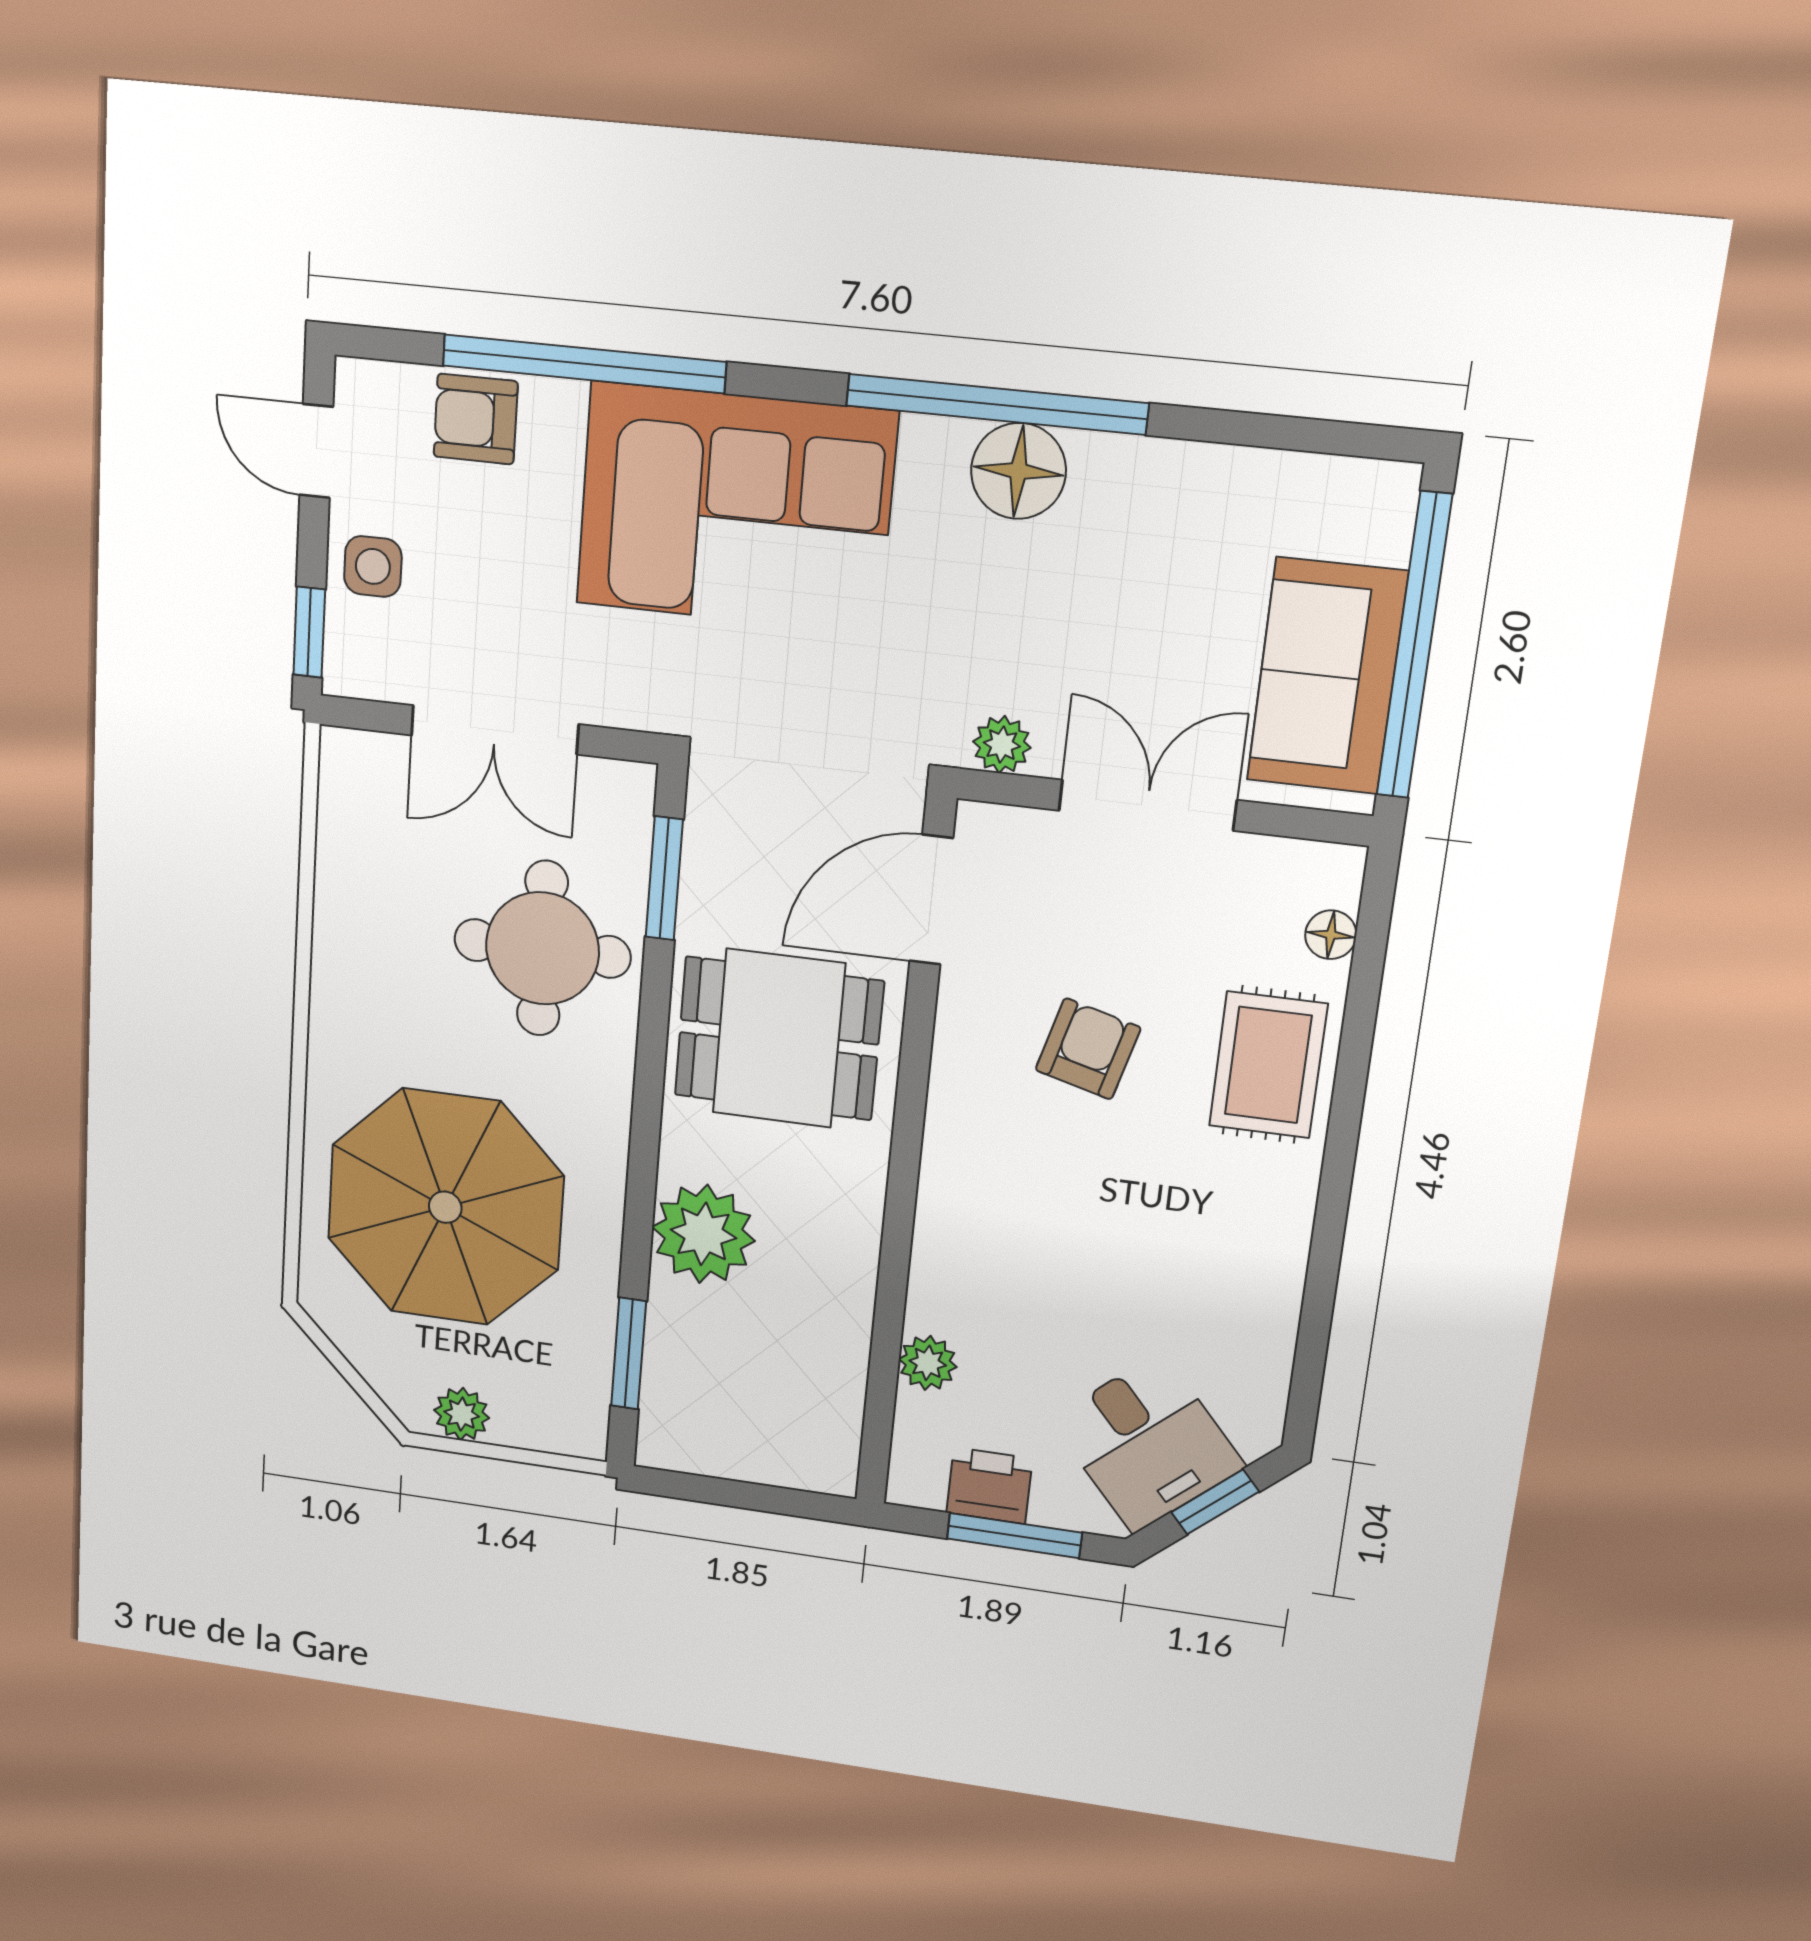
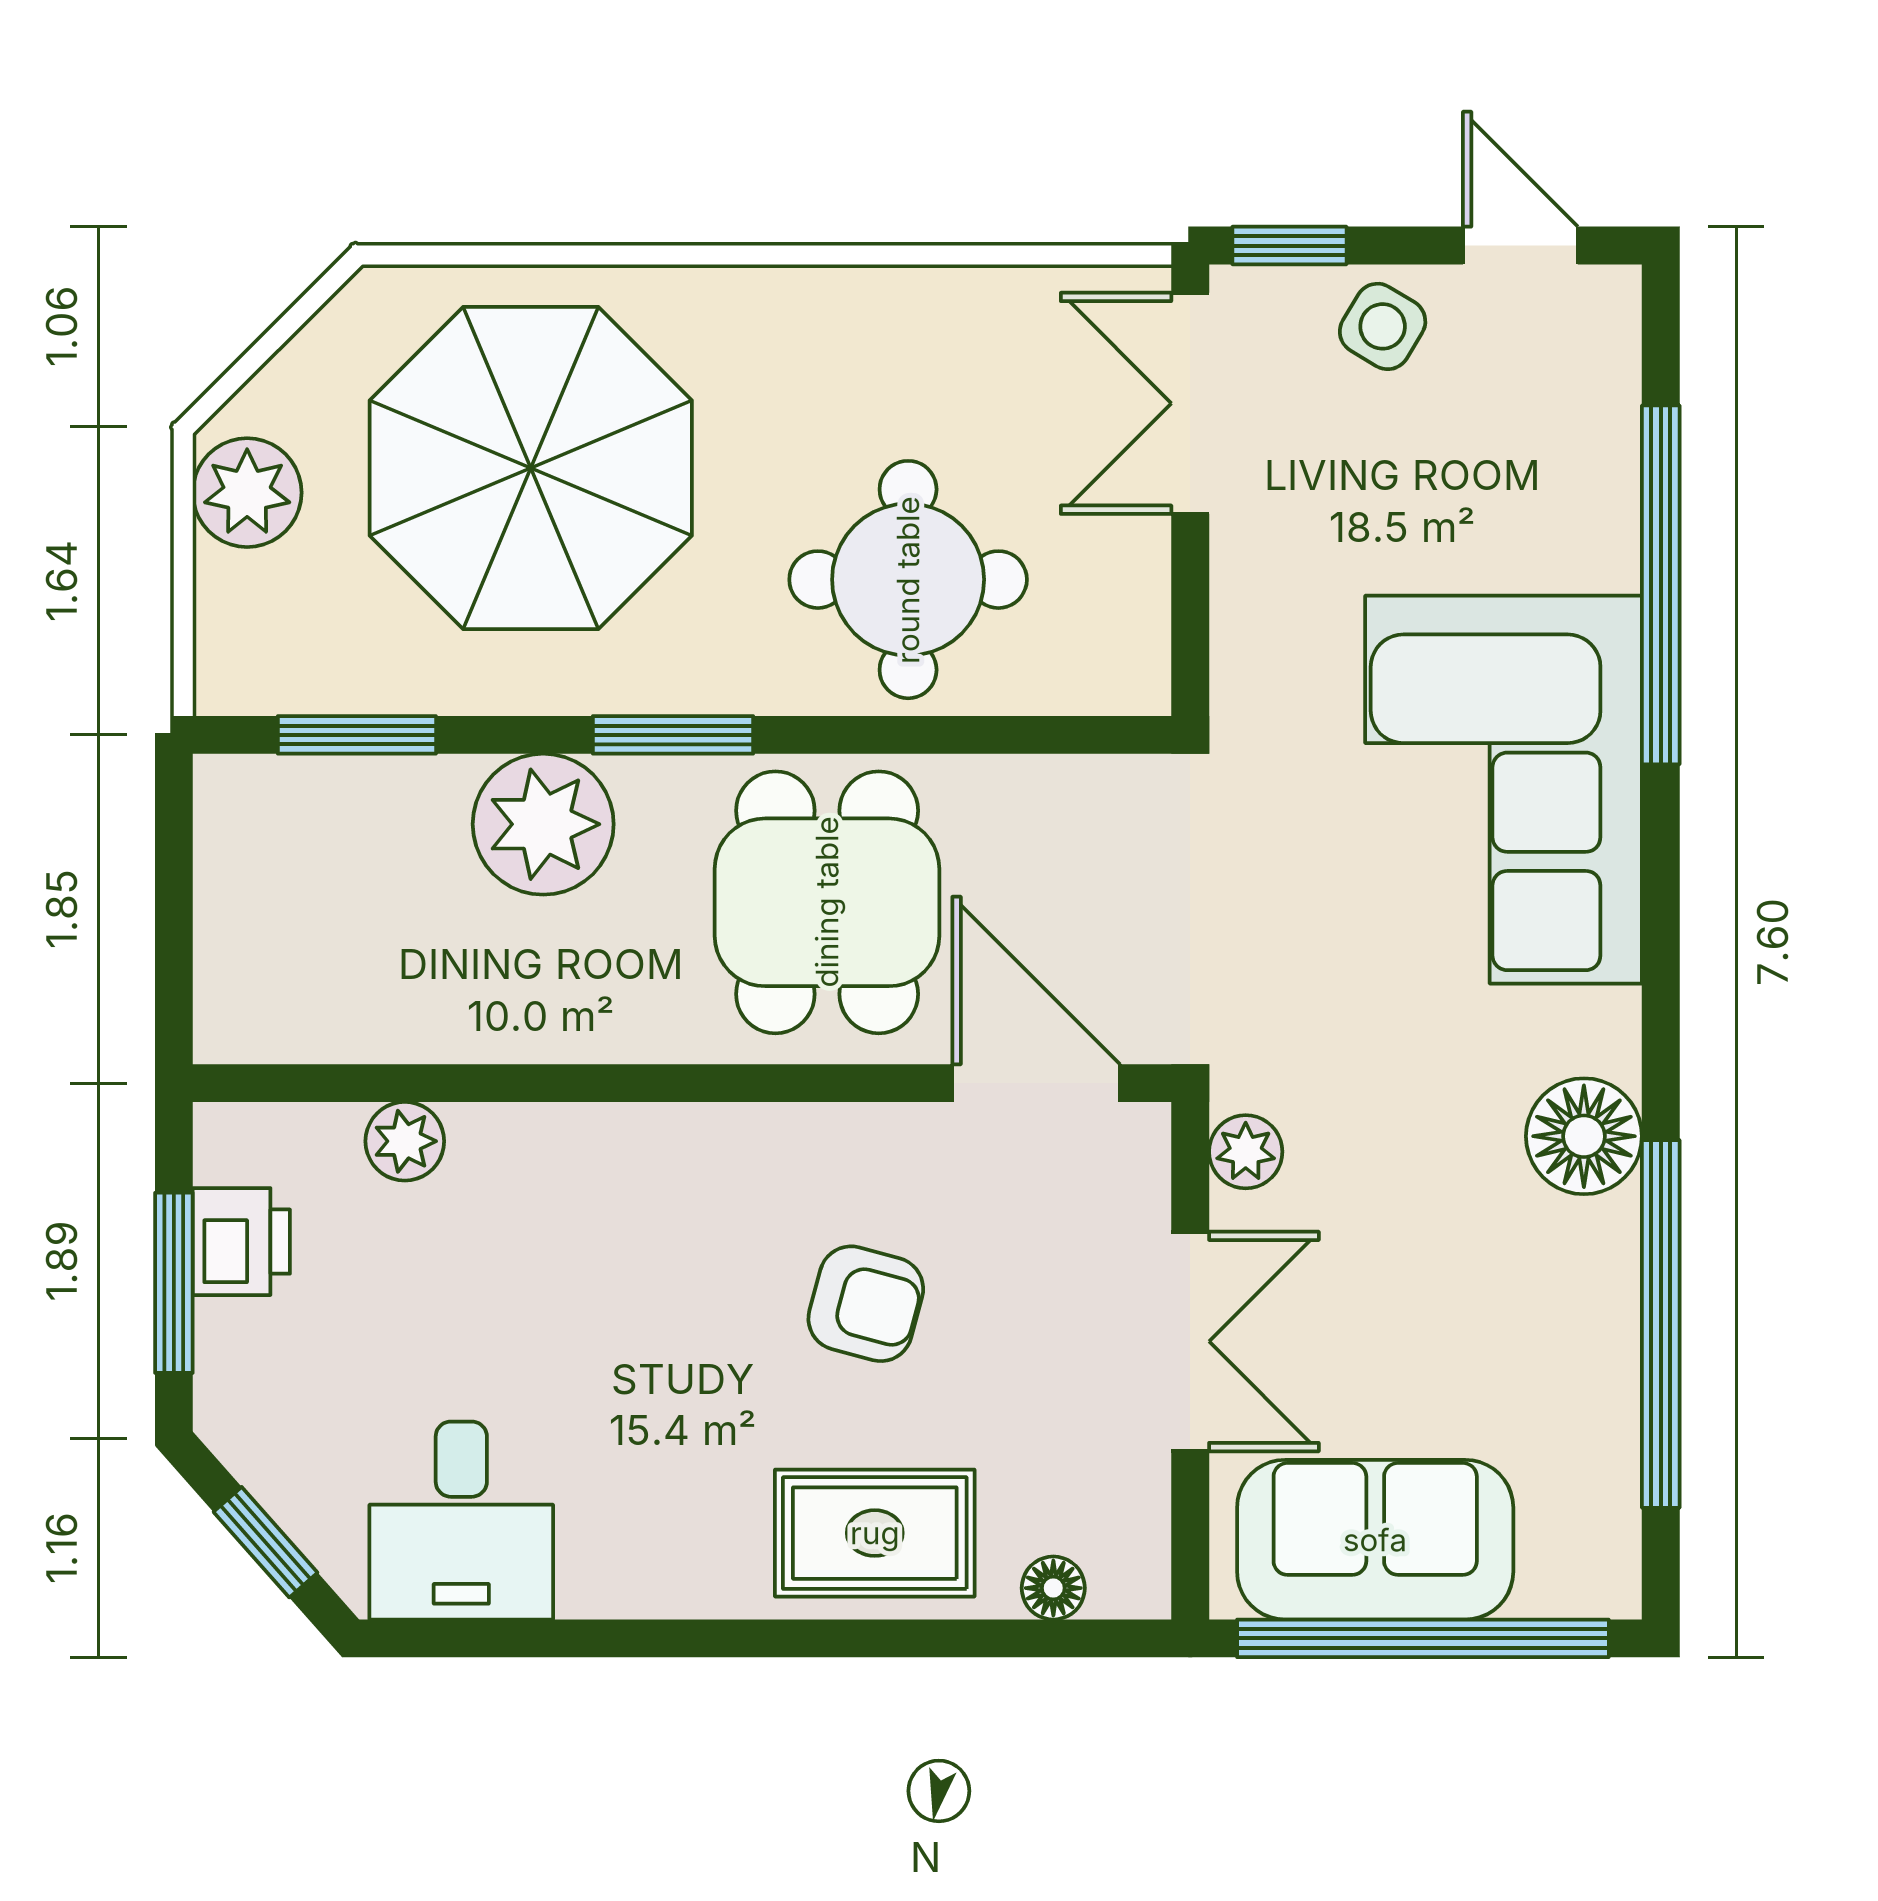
window: (997, 404) -> (1661, 1324), moved
armchair: (476, 419) -> (1580, 451), removed
door: (316, 451) -> (1520, 246), hinge flipped
side table: (373, 566) -> (1383, 326), turned 31
double door: (495, 730) -> (1190, 403), moved
window: (664, 878) -> (673, 735), moved
plant: (462, 1414) -> (247, 493), width x1.38, depth x1.38
desk: (1147, 1443) -> (461, 1521), moved, turned -48

